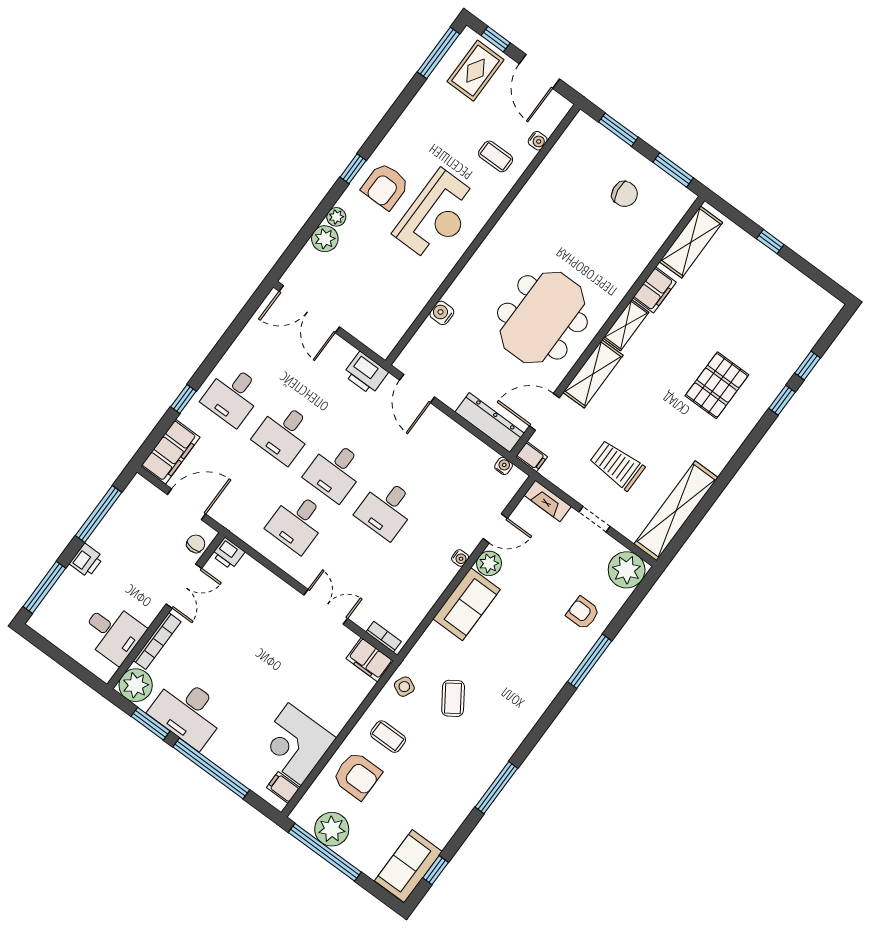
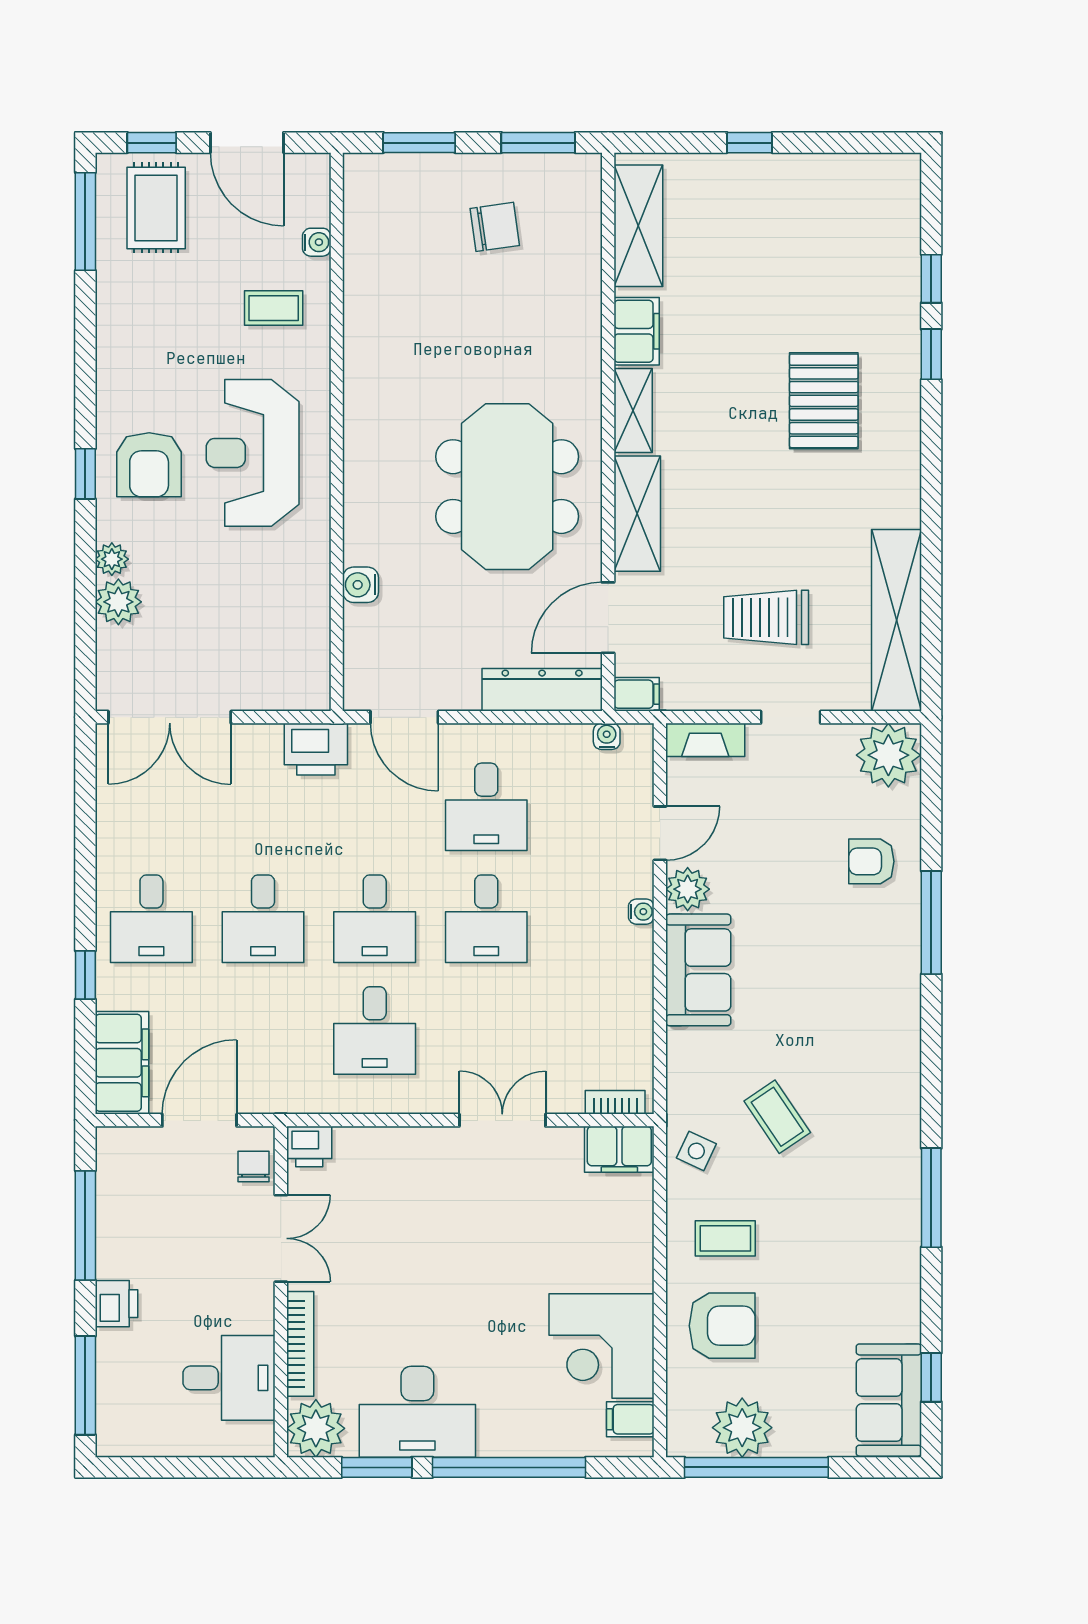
reception desk: (437, 216) -> (253, 453), turned 180
desk: (424, 457) -> (486, 807), added

